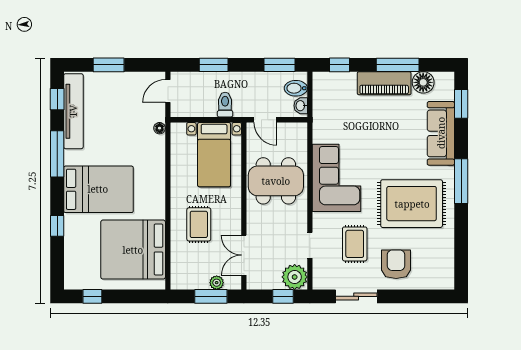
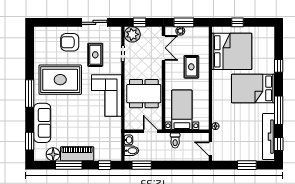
window: (214, 65) -> (182, 165), removed
door: (168, 91) -> (210, 149), swing flipped
armchair: (396, 264) -> (70, 42), turned 90
window: (92, 296) -> (238, 22), moved

